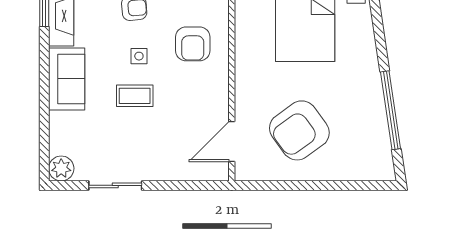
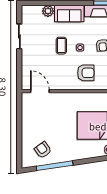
armchair: (193, 44) -> (86, 73), turned 180
armchair: (299, 130) -> (43, 150), moved, width x0.53, depth x0.53
plant: (61, 168) -> (48, 11), moved

